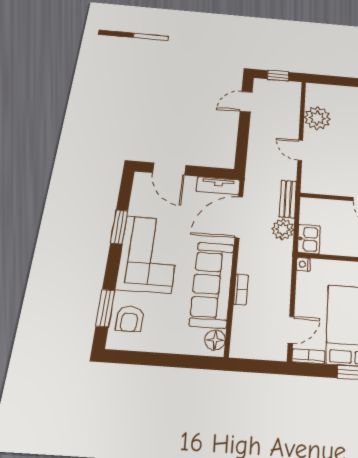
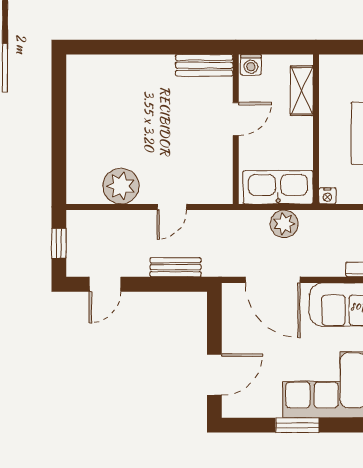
door: (246, 102) -> (105, 284), hinge flipped
tv unit: (218, 186) -> (232, 310), removed
bench: (288, 199) -> (175, 267), moved
kitchen sink: (309, 239) -> (278, 187), width x1.87, depth x1.24

